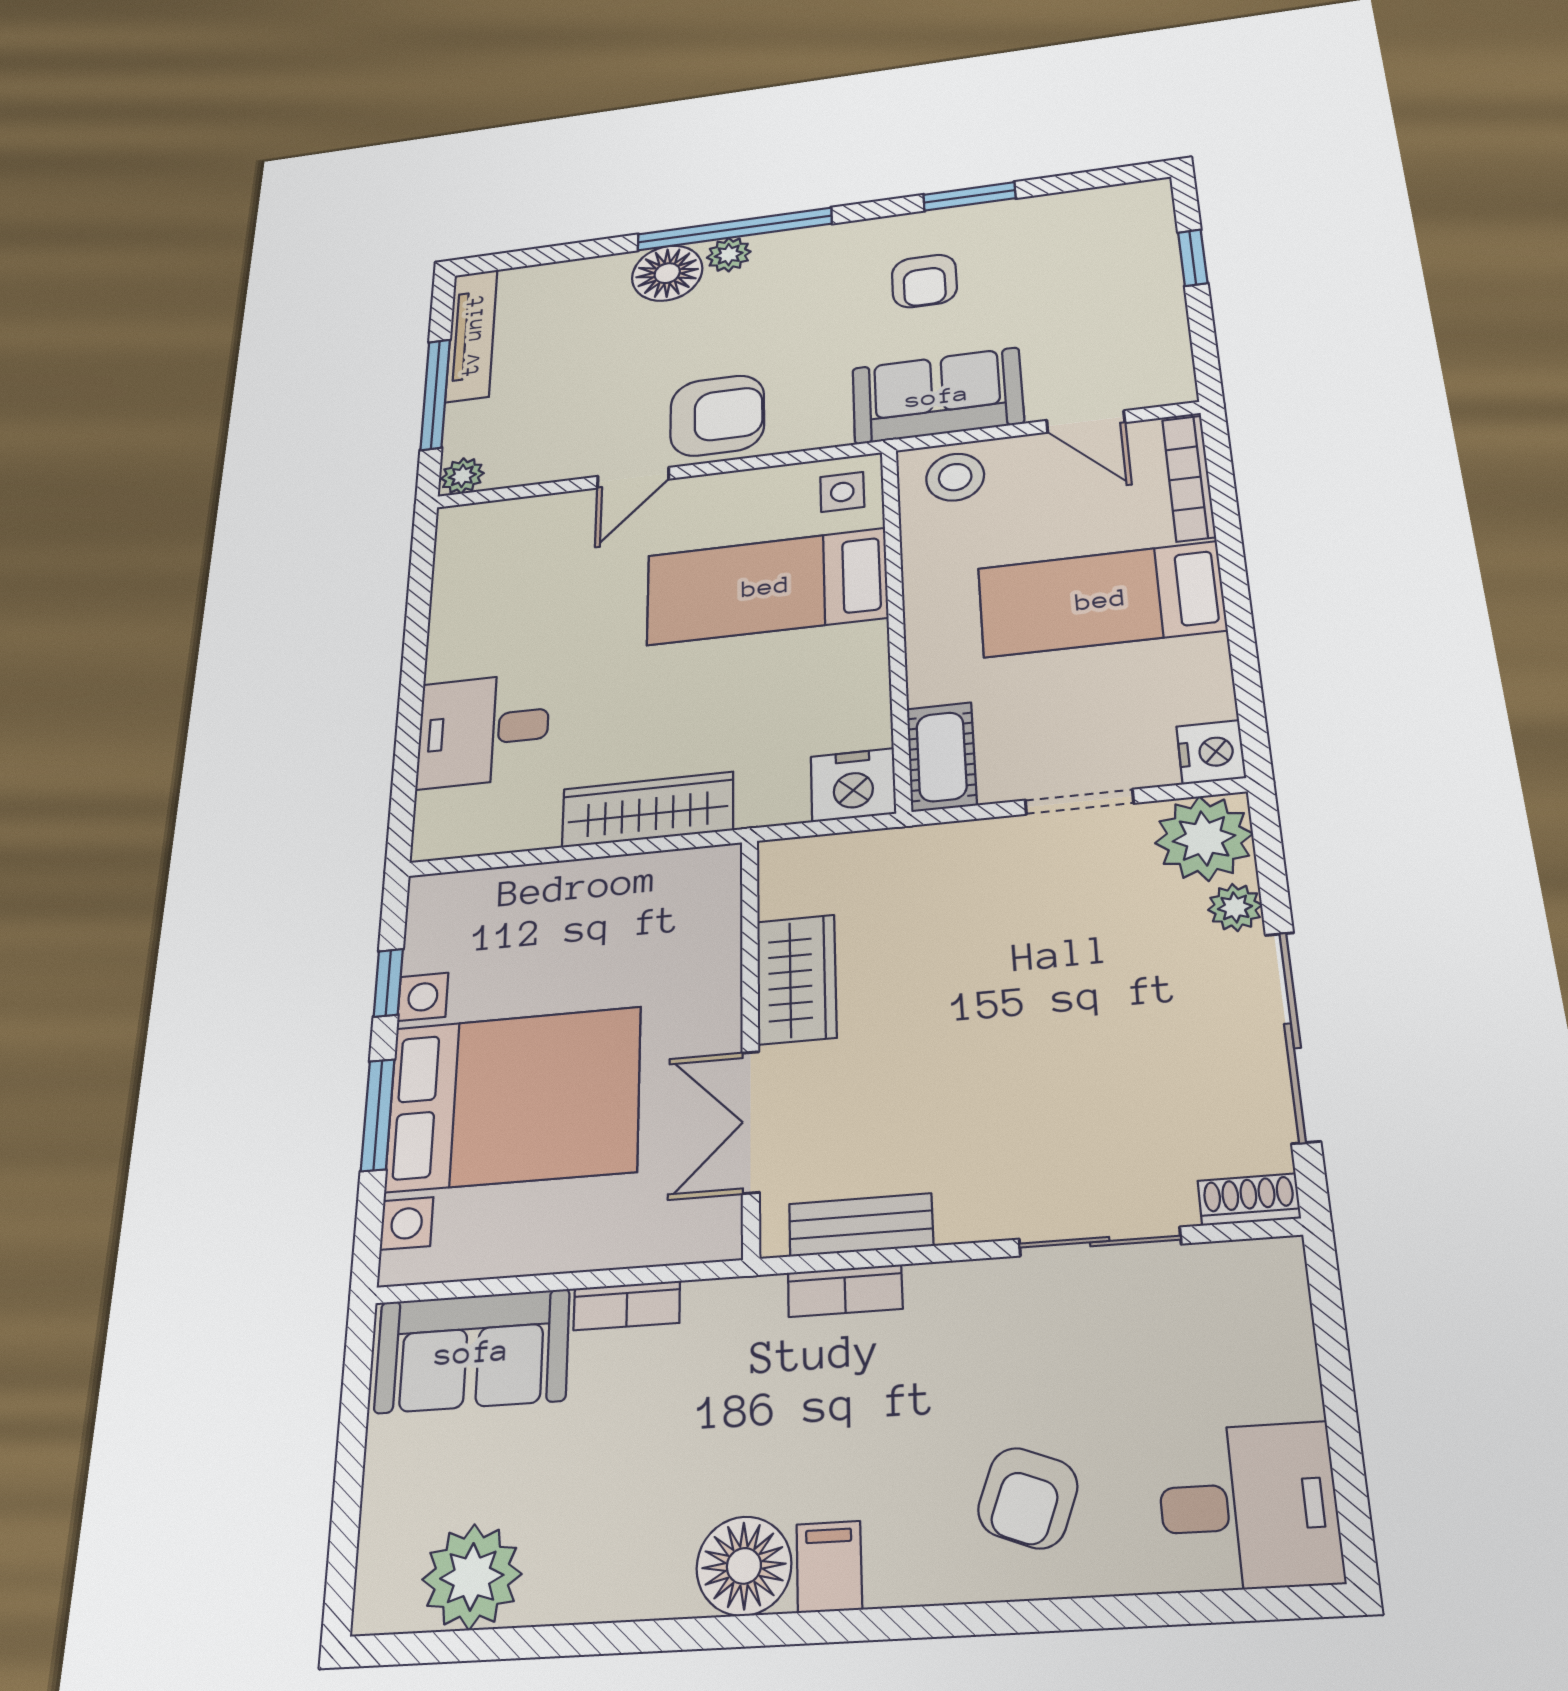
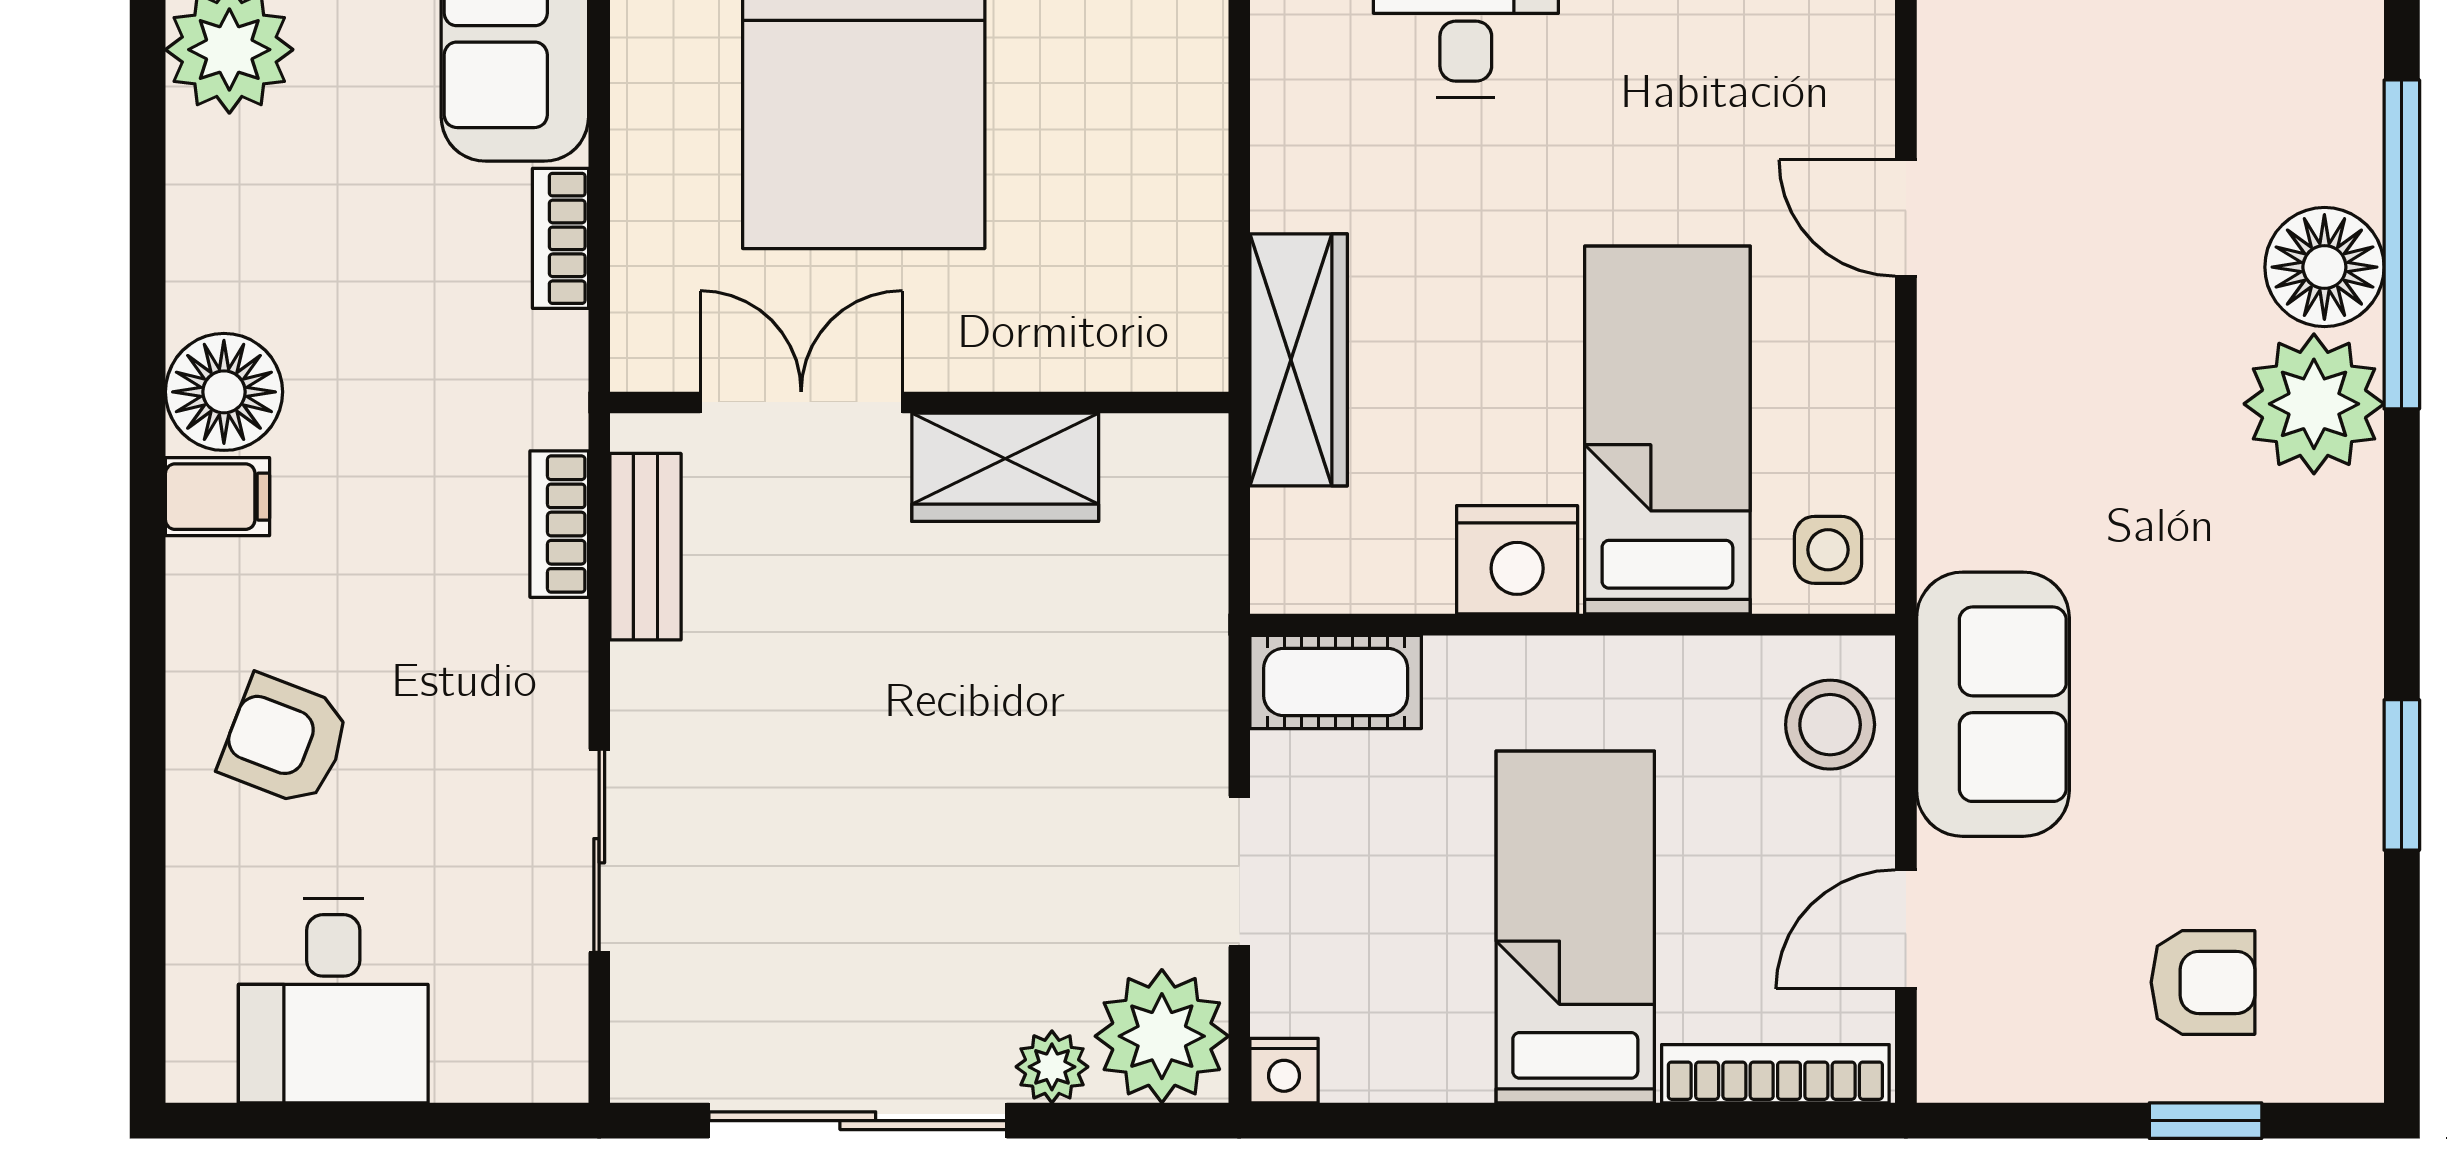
window: (734, 229) -> (2402, 244), moved
plant: (729, 255) -> (2314, 404), width x1.87, depth x1.87
armchair: (924, 281) -> (2203, 982), moved, turned 180
armchair: (717, 416) -> (2009, 353), removed
nightstand: (1211, 752) -> (1284, 1071), width x0.72, depth x0.74
nightstand: (853, 785) -> (1517, 560), moved, turned -90
wardrobe: (648, 810) -> (1299, 360), moved
shoe rack: (1249, 1200) -> (640, 1041), removed
desk: (1249, 1506) -> (333, 1001), moved

